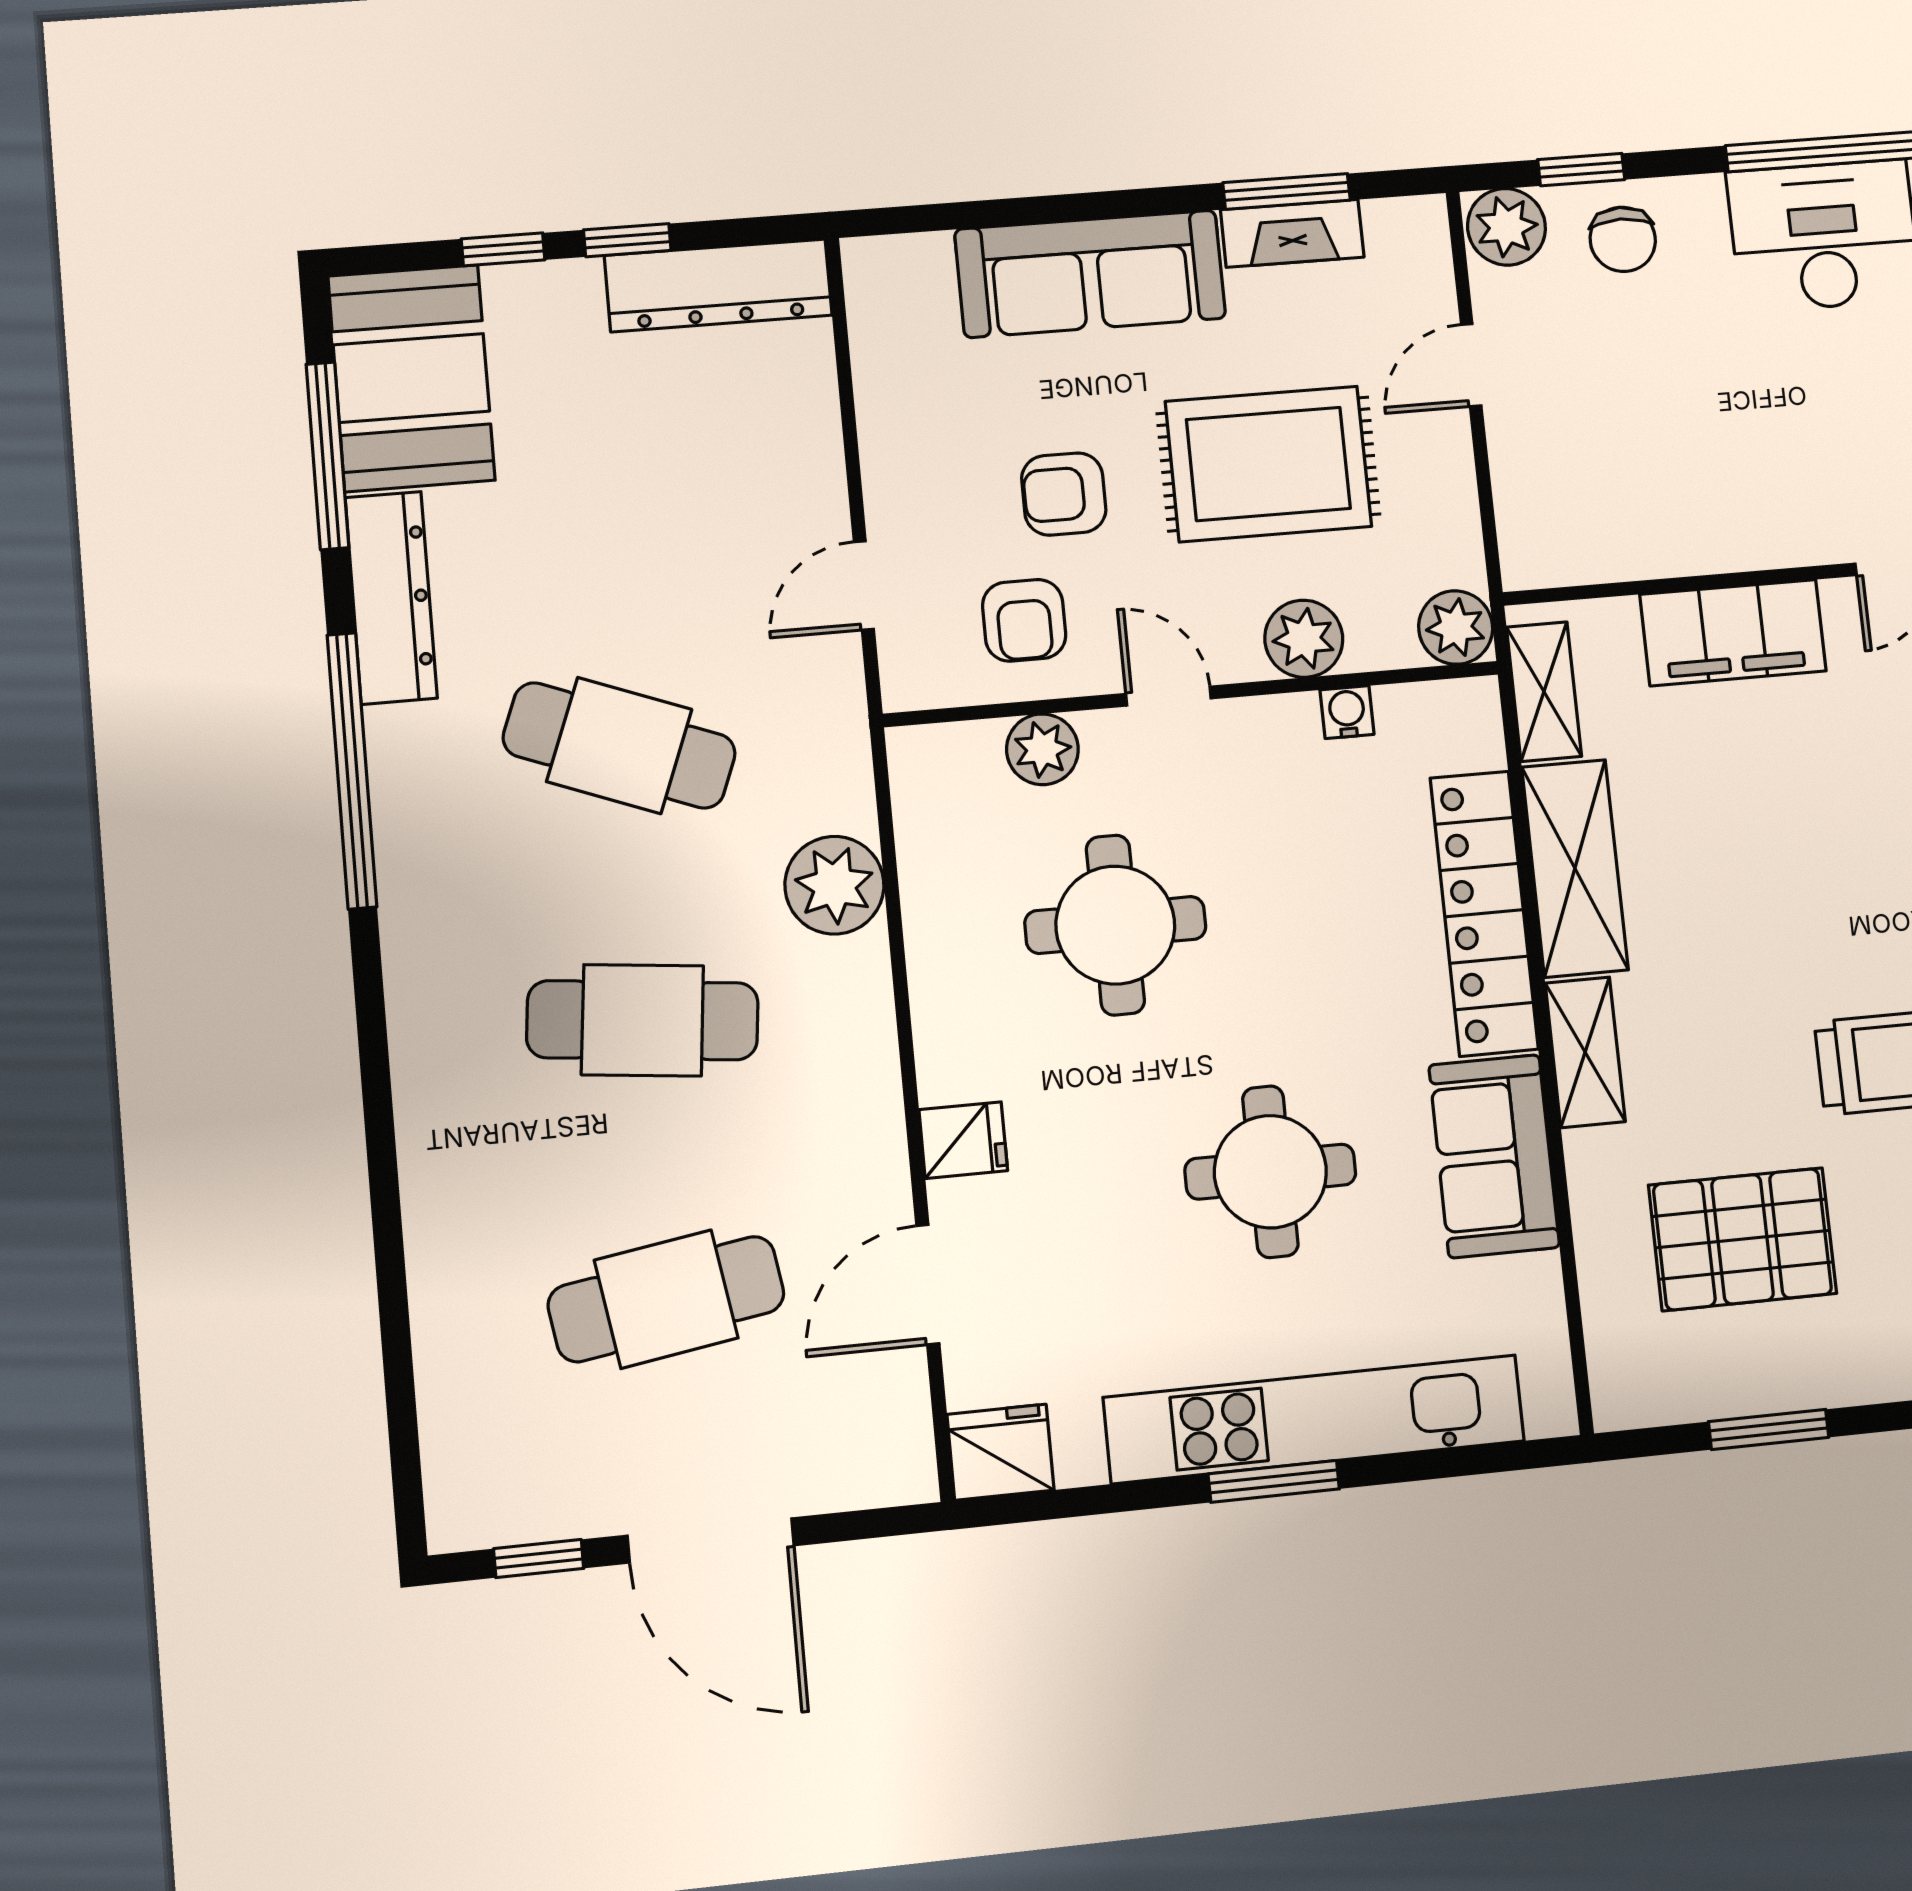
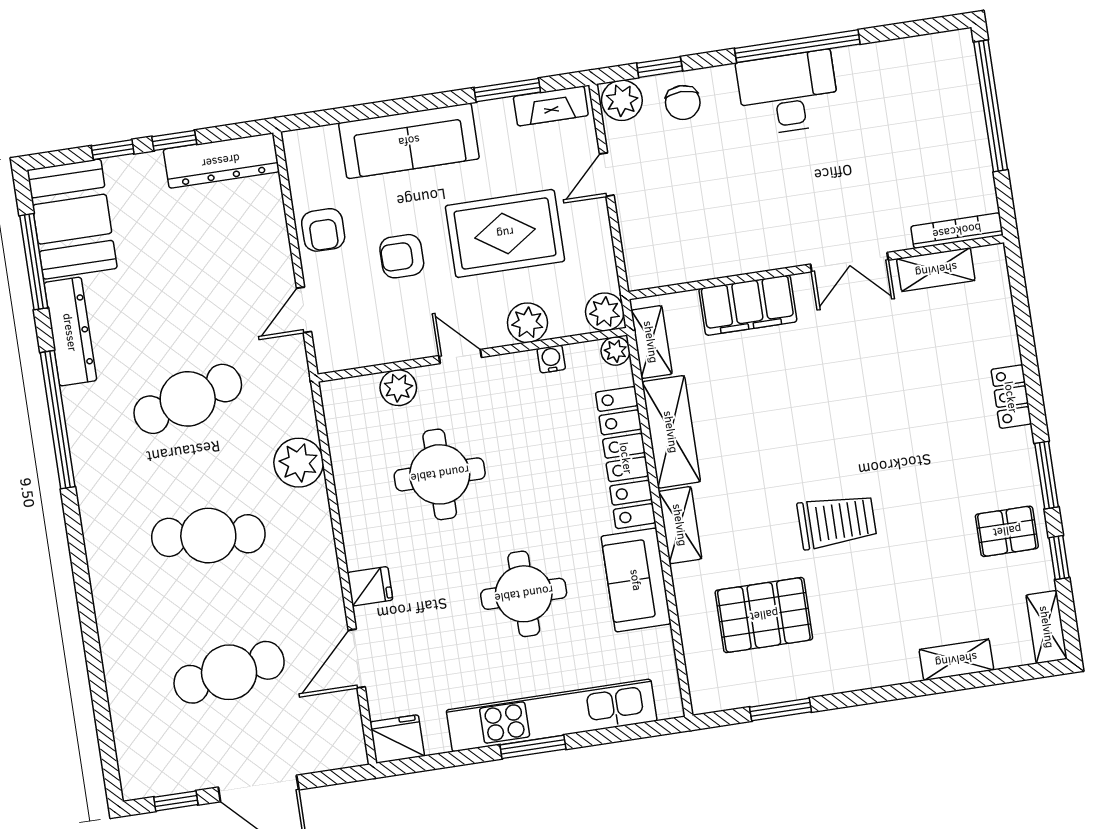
fireplace: (1292, 233) -> (551, 106), moved
armchair: (1024, 620) -> (323, 230), moved
plant: (1473, 704) -> (615, 351), added
cafe table: (619, 745) -> (188, 399), turned -36

